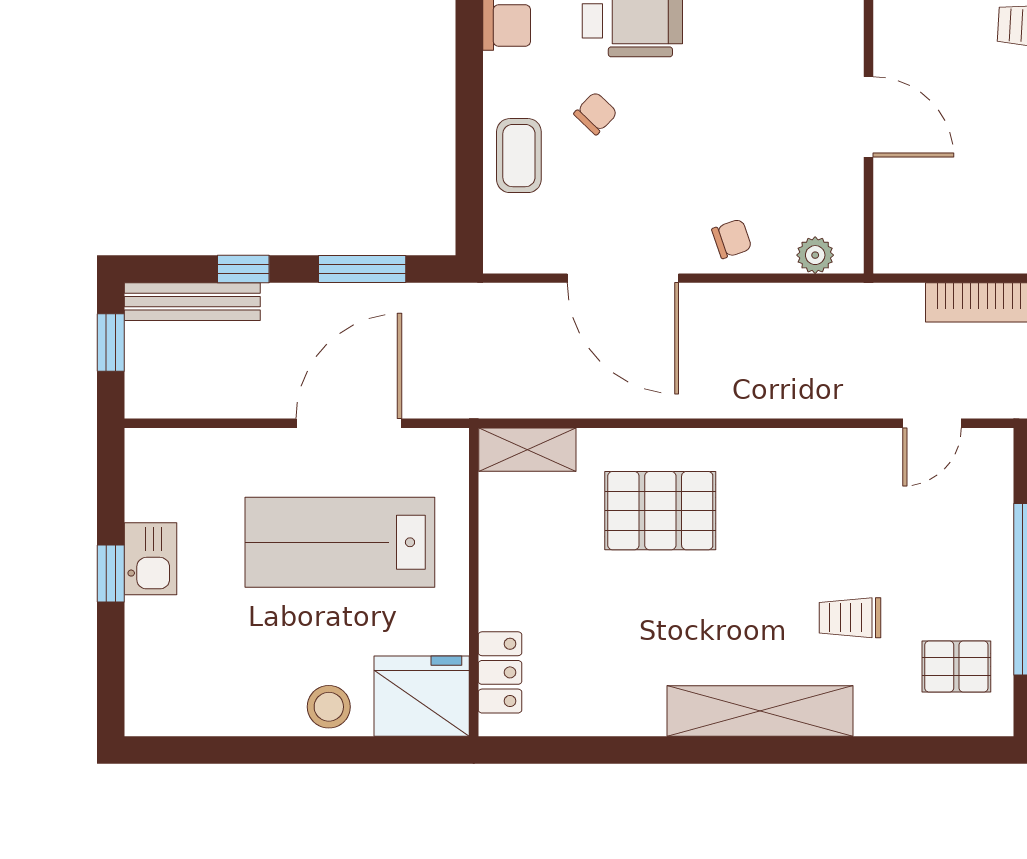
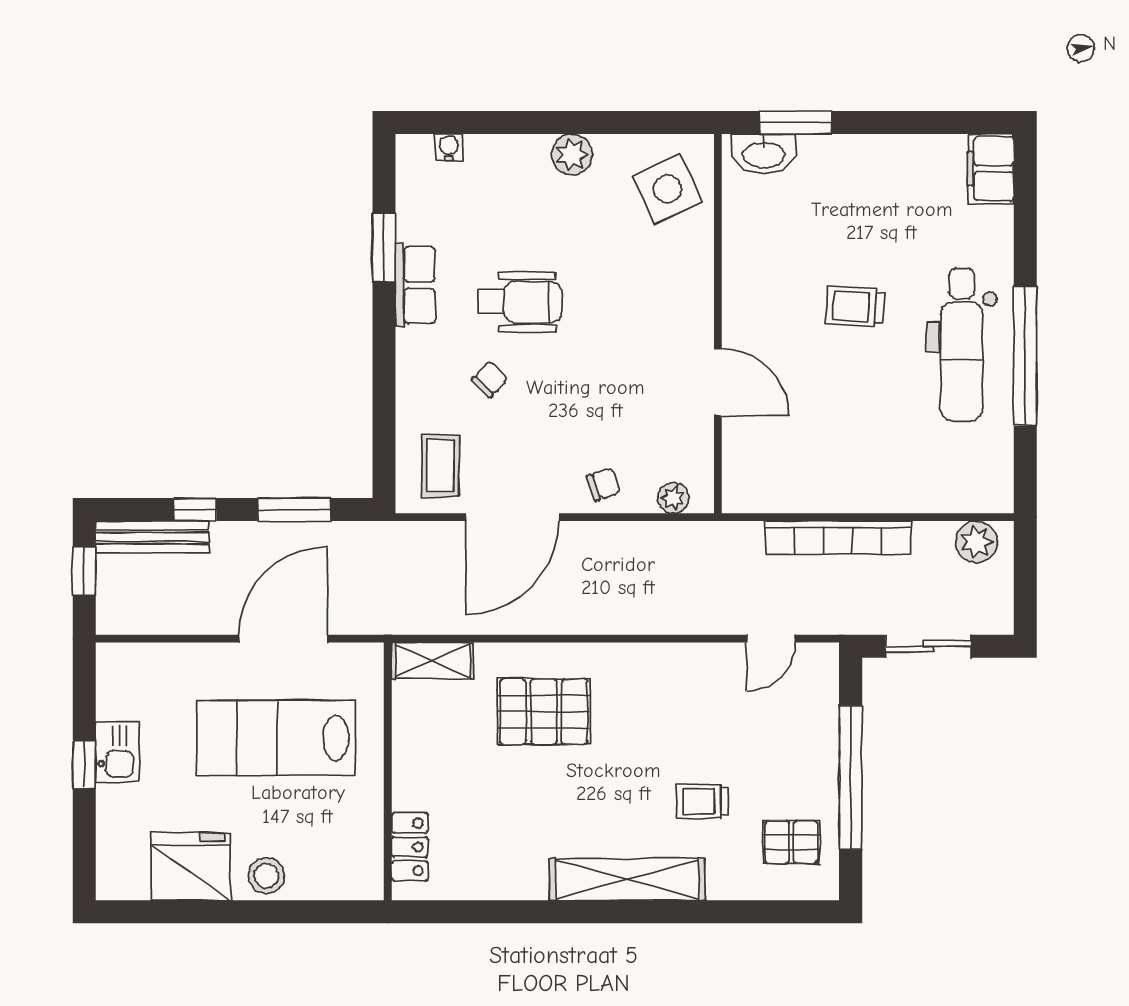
coffee table: (519, 156) -> (441, 466), moved
door: (623, 278) -> (512, 517), hinge flipped
fridge: (422, 696) -> (191, 867), moved

